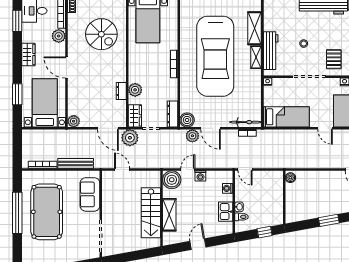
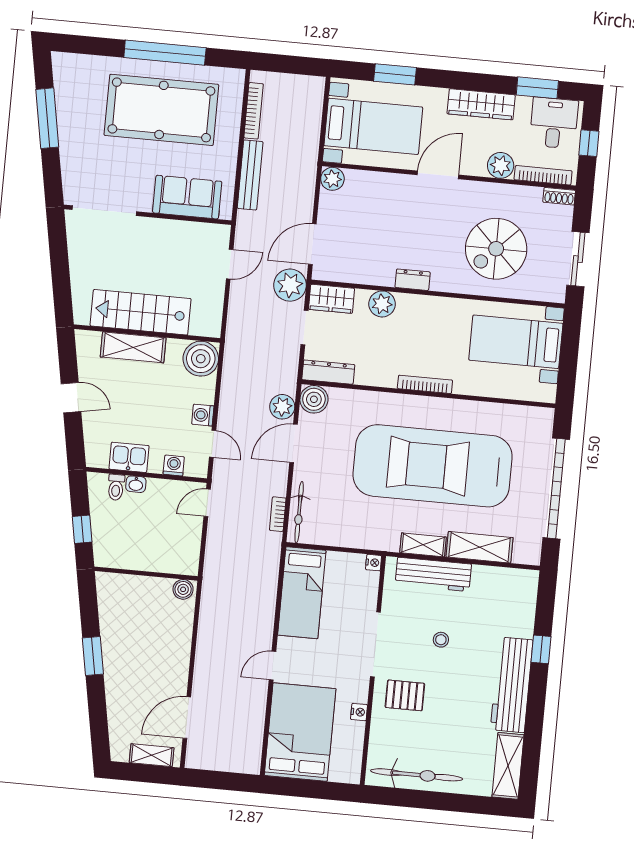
wardrobe: (28, 55) -> (481, 104), width x1.50
dresser: (121, 91) -> (413, 280), moved
door: (188, 170) -> (213, 444), moved

